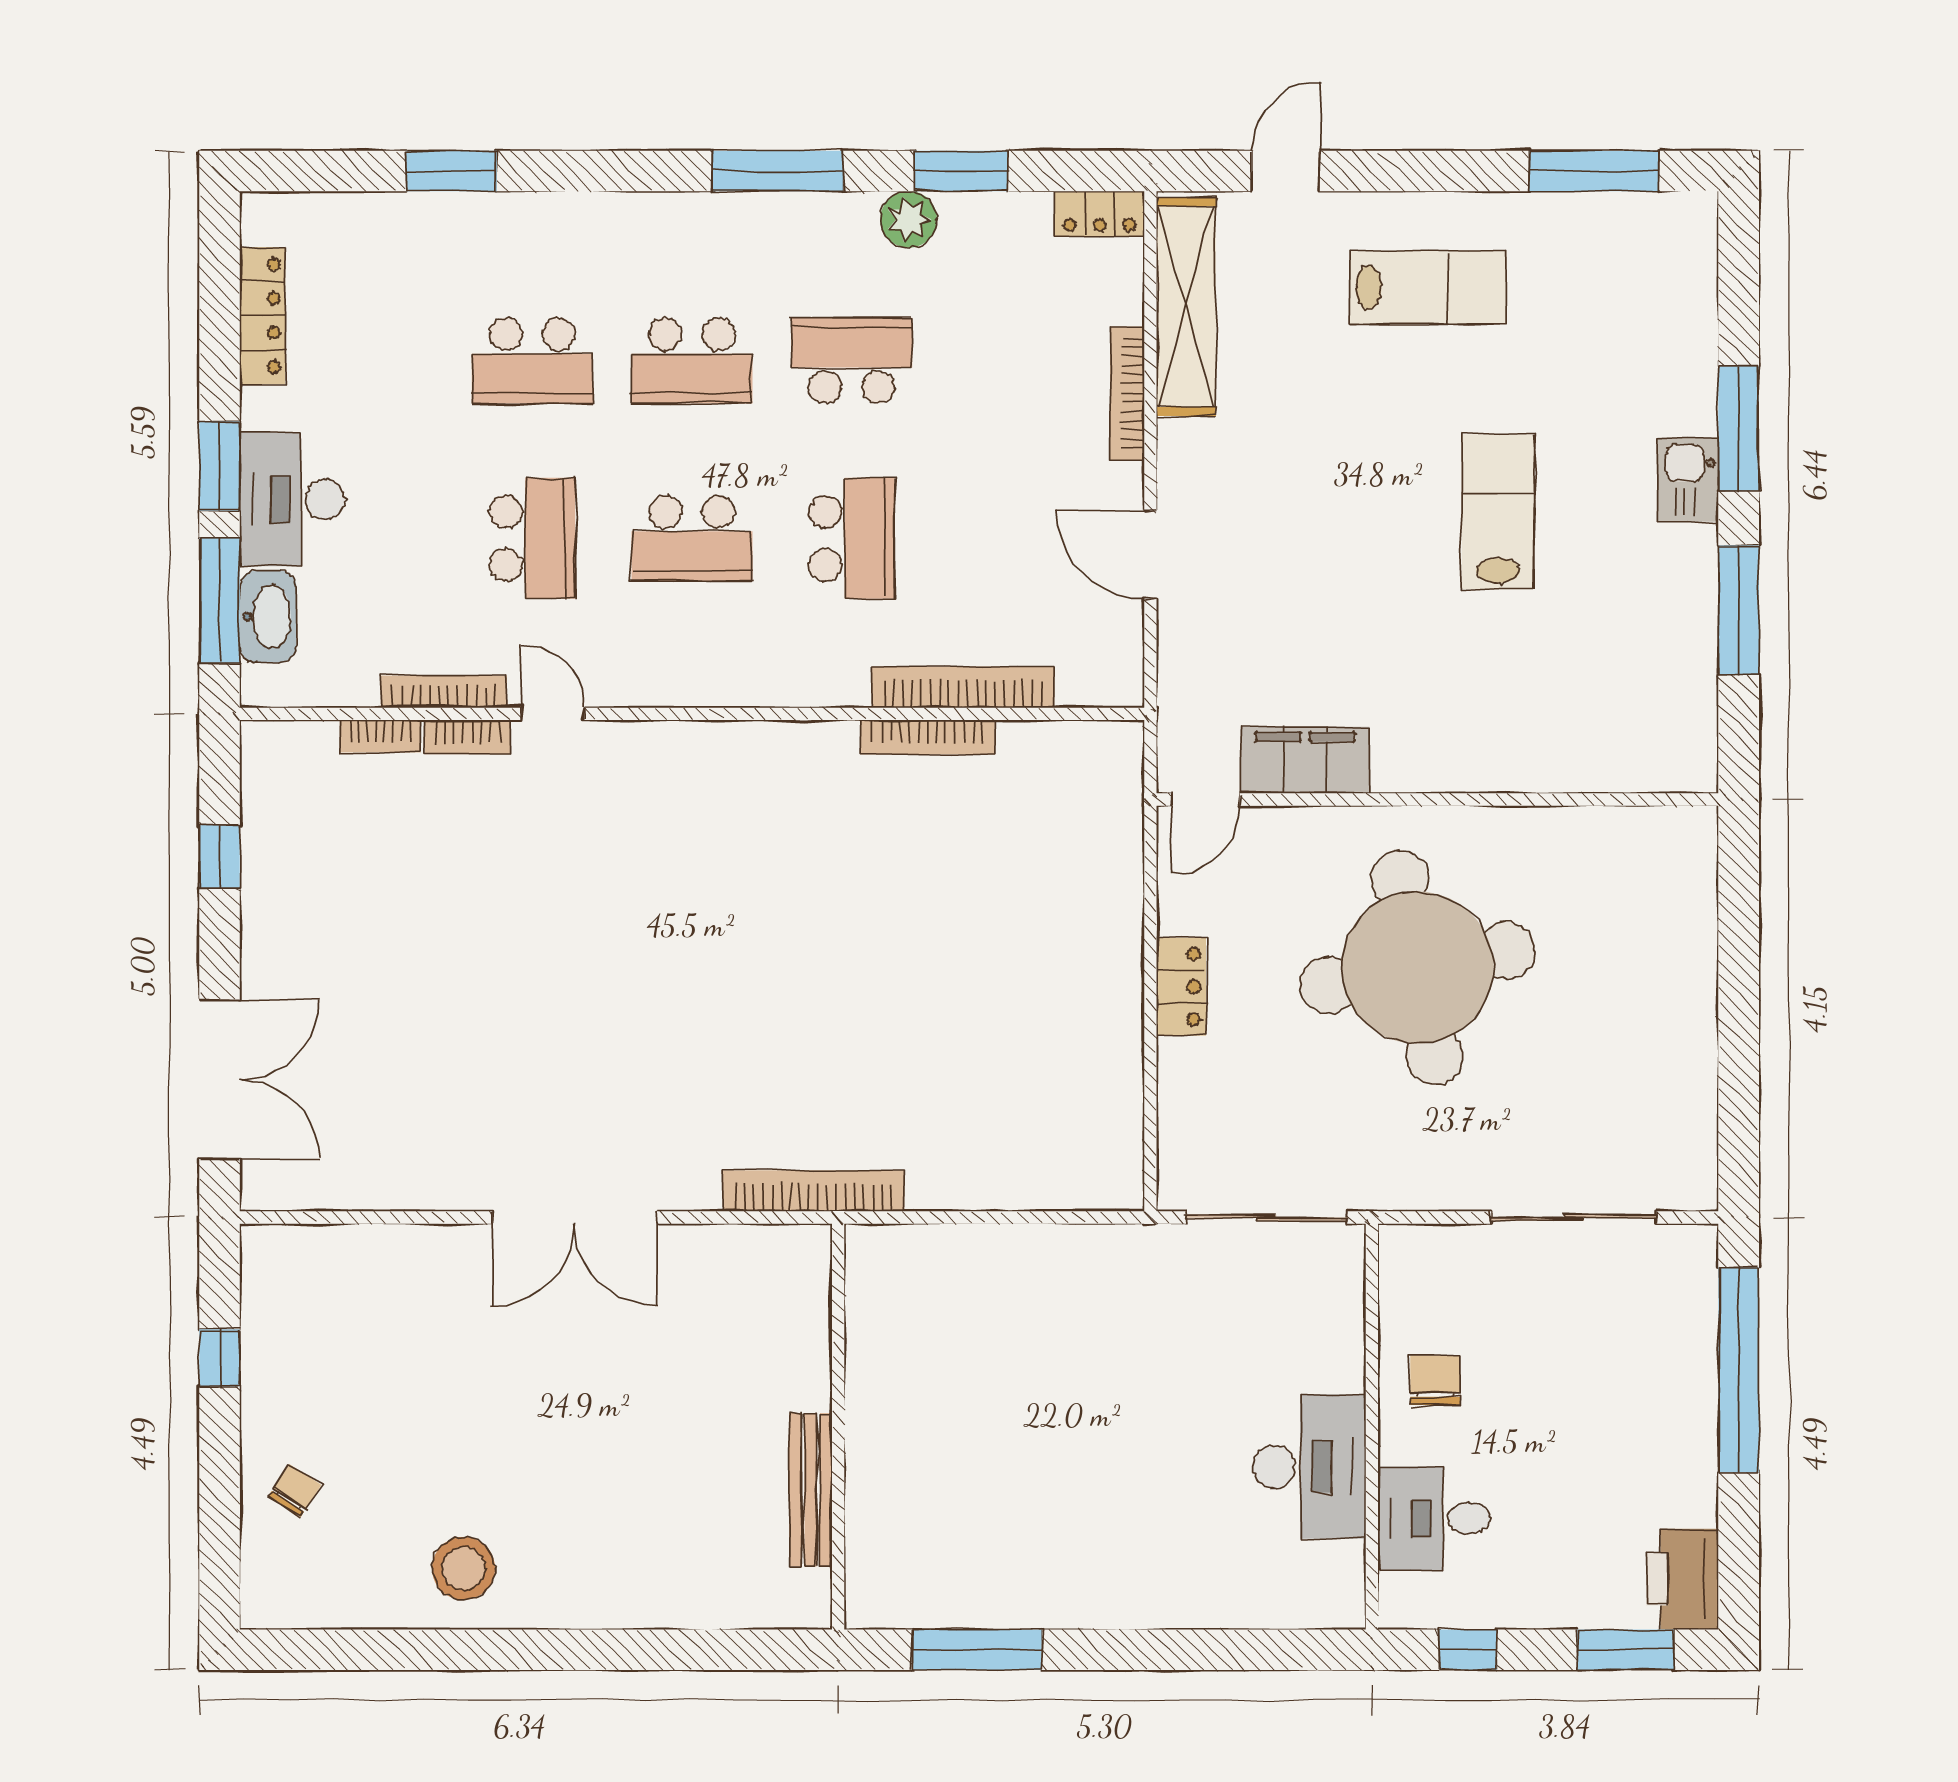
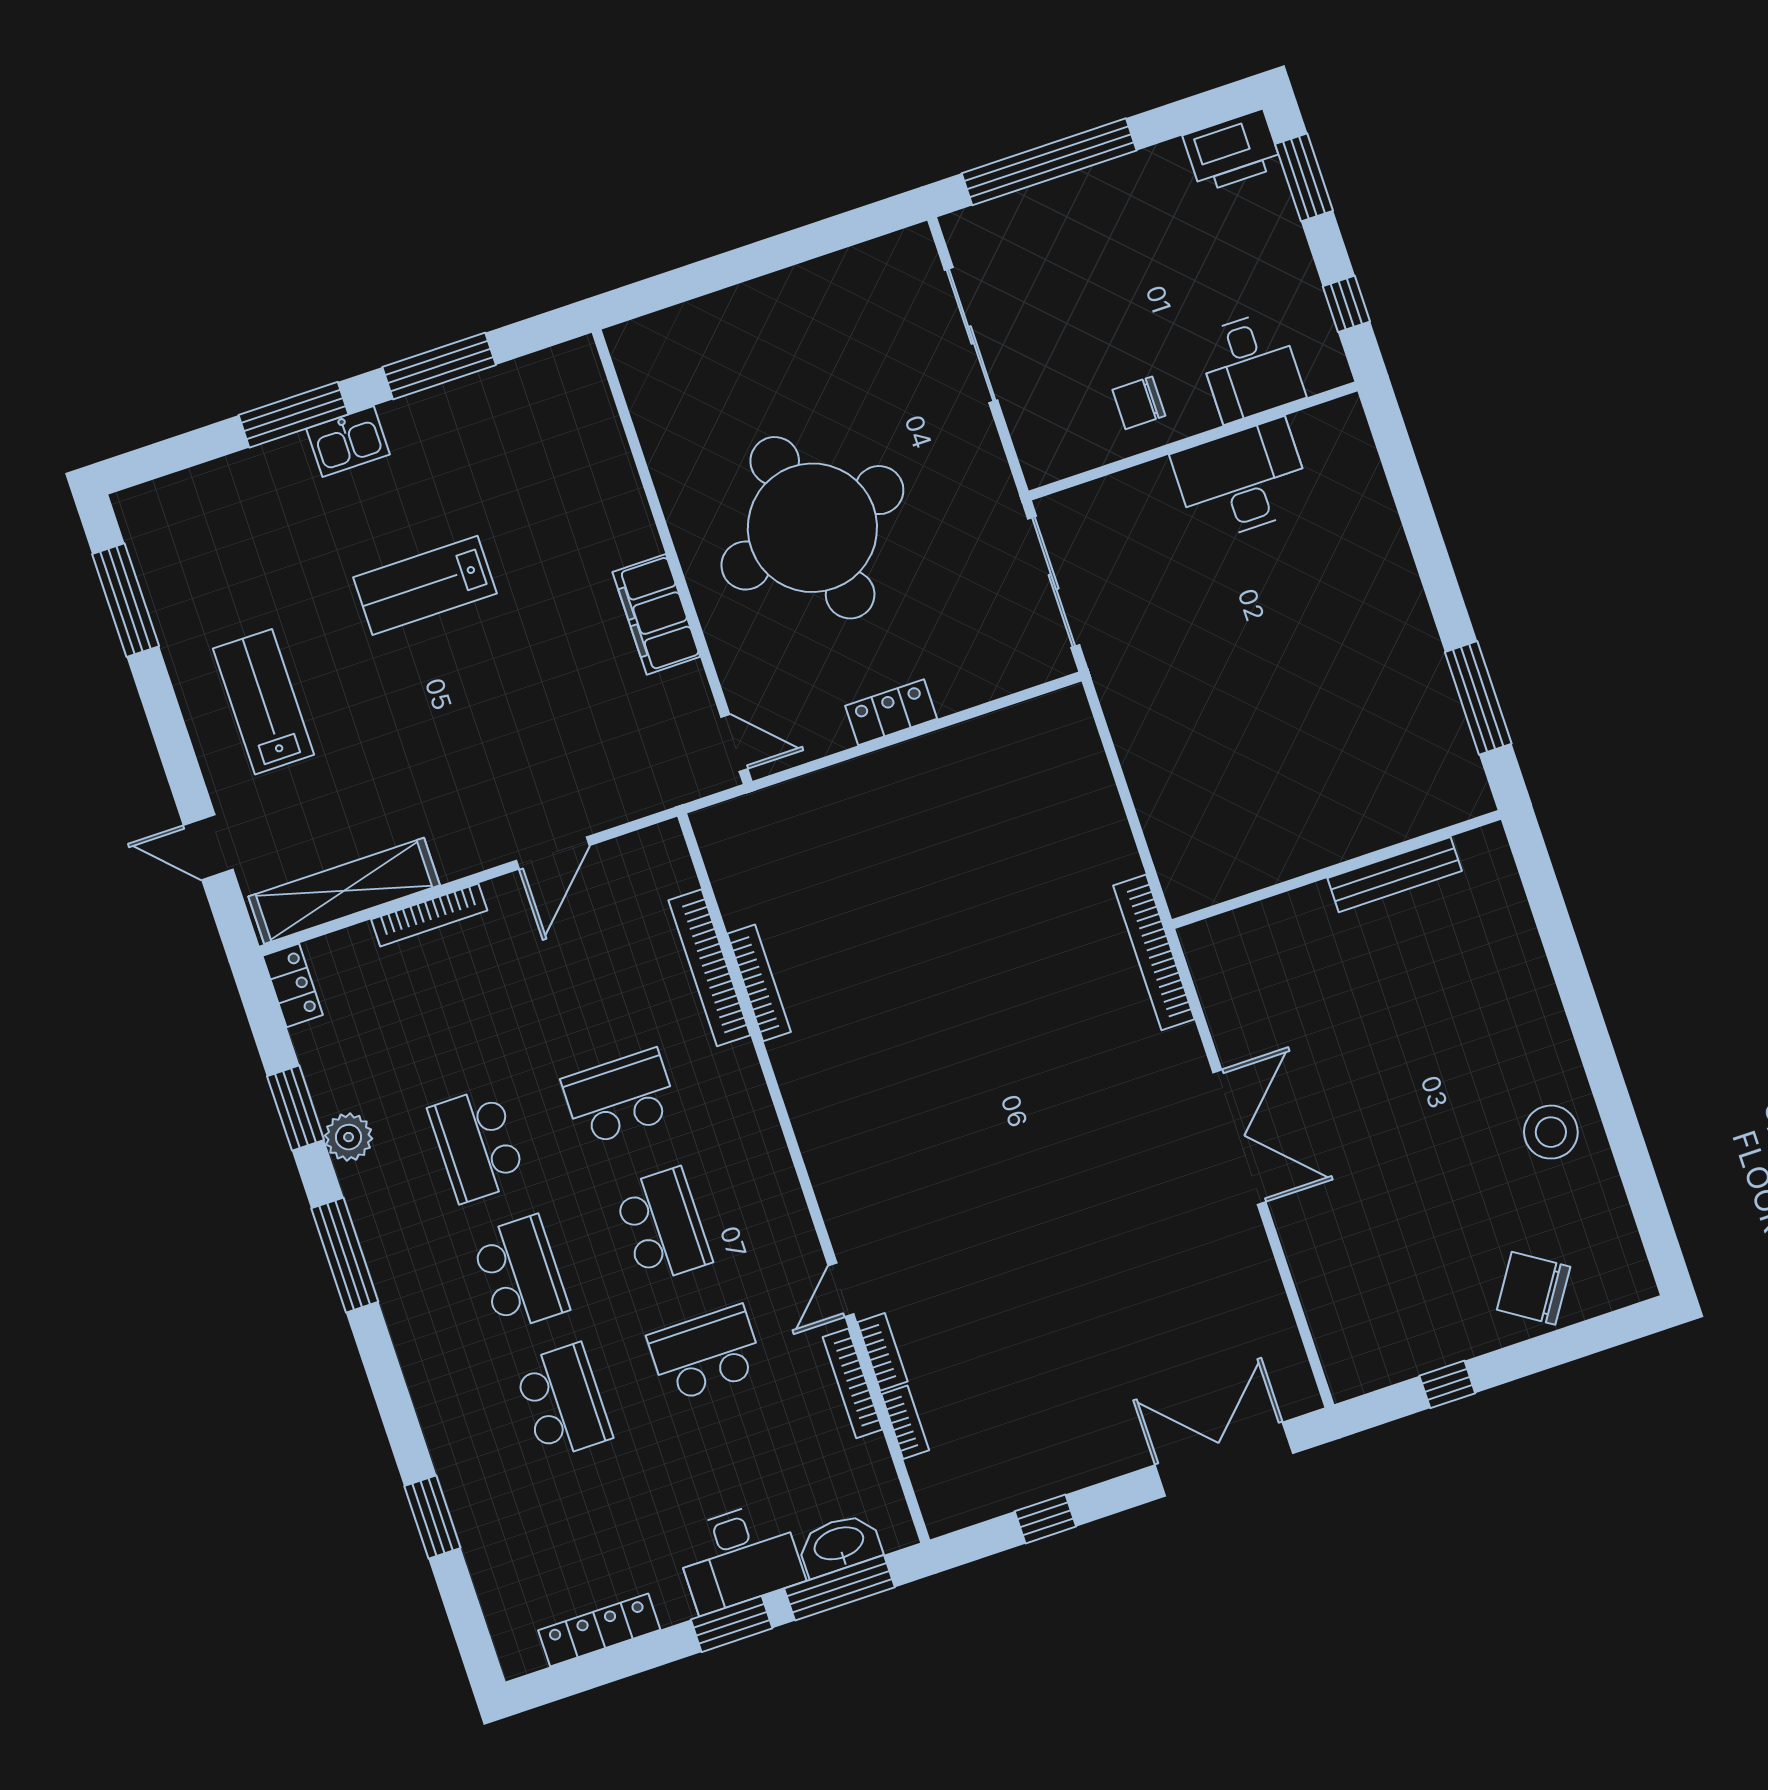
filing cabinet: (1305, 760) -> (656, 614), moved
chair: (295, 1490) -> (1534, 1288), width x1.87, depth x1.87

